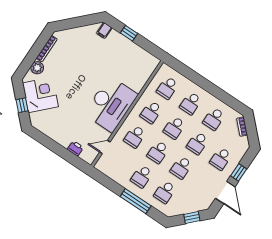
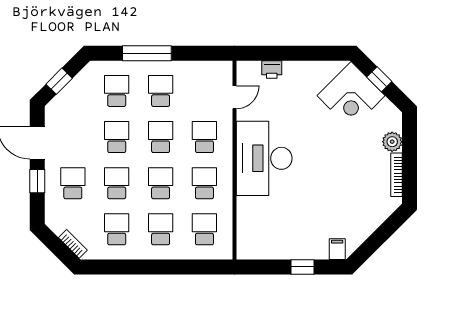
corner desk: (40, 95) -> (351, 96), moved

